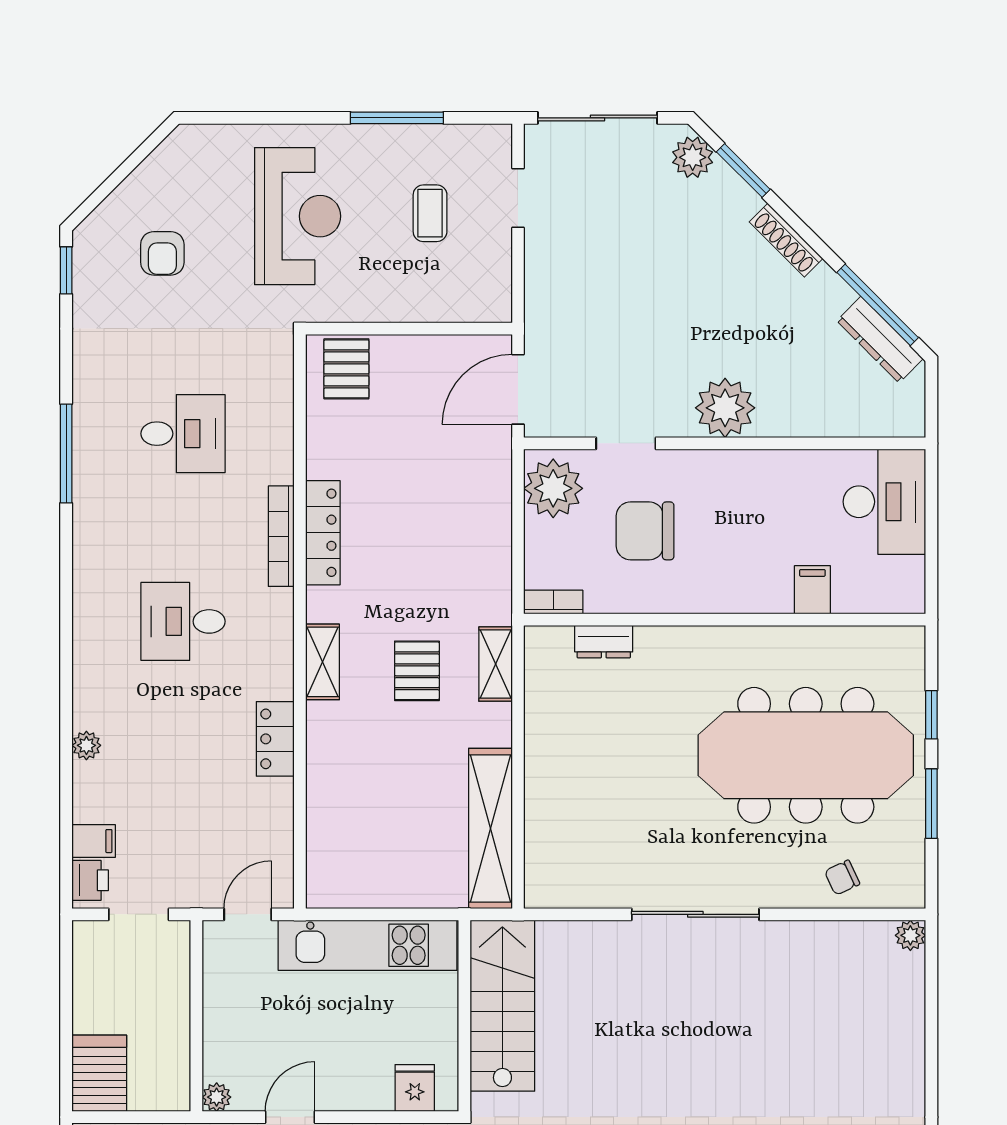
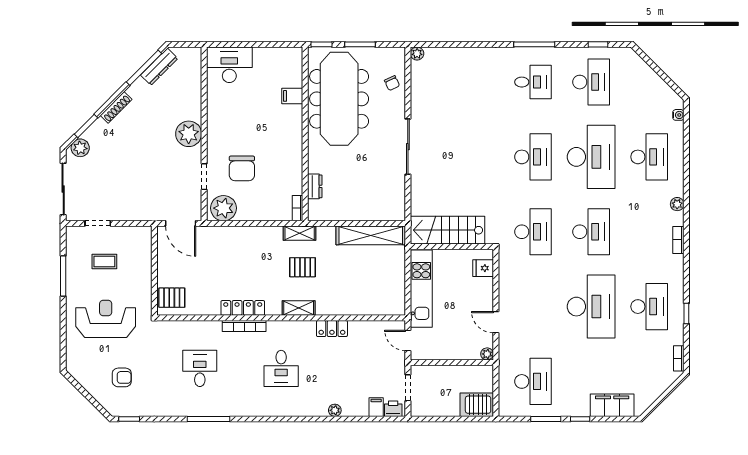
filing cabinet: (812, 590) -> (292, 96), moved
bookcase: (553, 602) -> (298, 208), moved
wall: (725, 620) -> (305, 134), moved
dresser: (604, 642) -> (315, 186), moved

